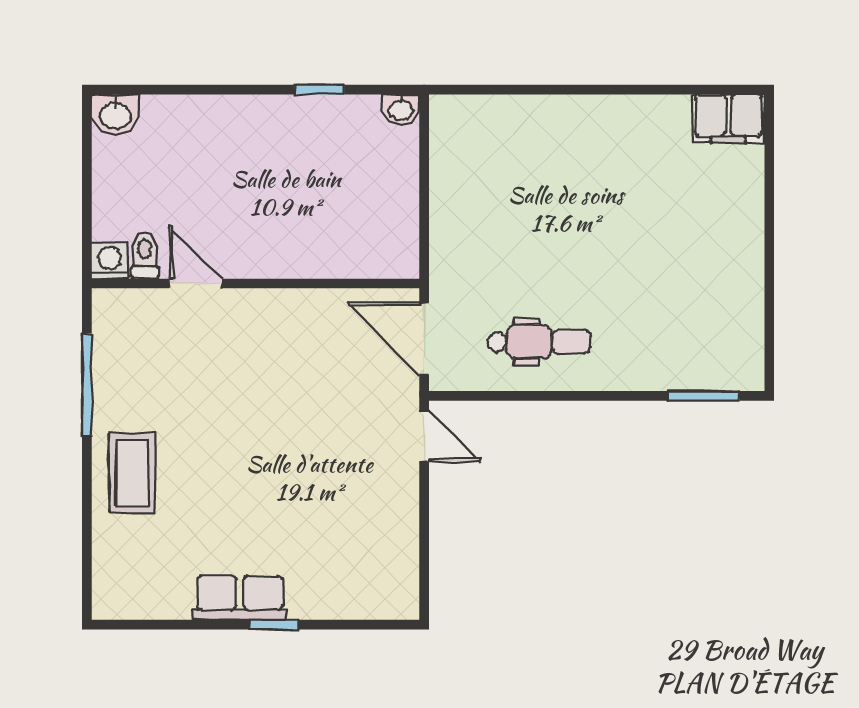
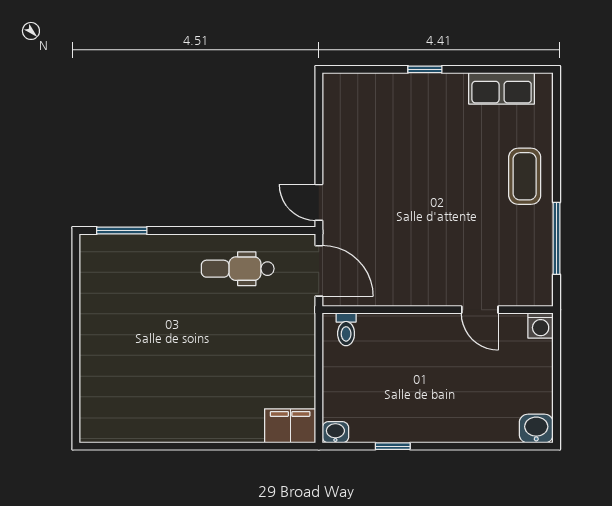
filing cabinet: (728, 118) -> (290, 426), moved
toilet: (145, 256) -> (346, 329), moved
row of seats: (240, 598) -> (502, 88), moved

